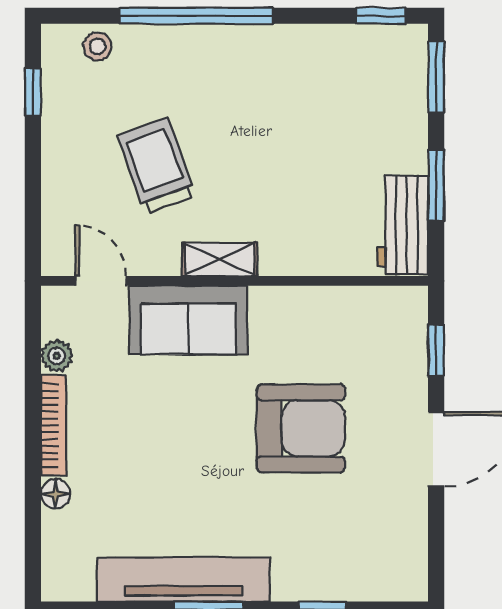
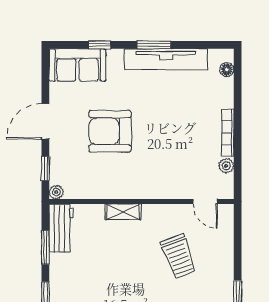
shelving: (220, 259) -> (123, 212), moved
plant: (413, 301) -> (56, 192), added
sofa: (188, 320) -> (77, 65), moved, turned 180
floor lamp: (56, 494) -> (227, 70), moved

